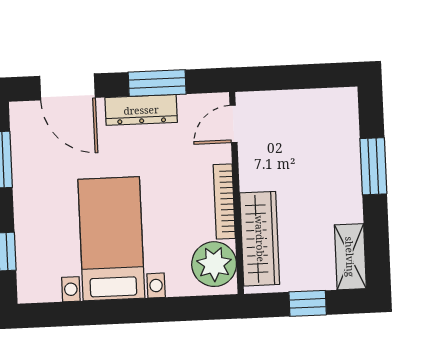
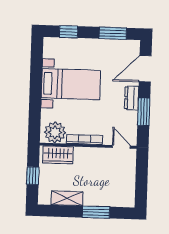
dresser: (141, 110) -> (132, 98), width x0.70
wardrobe: (260, 239) -> (58, 155), width x0.67
shelving: (350, 257) -> (67, 198), moved

